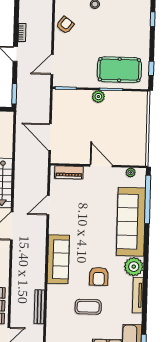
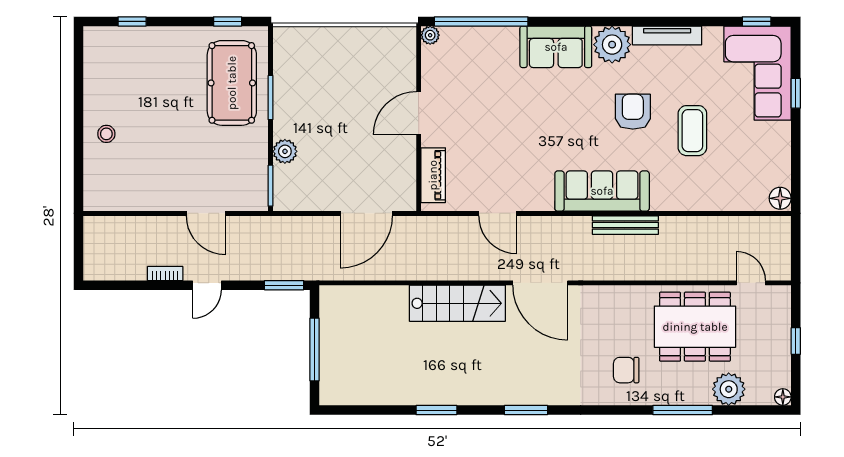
armchair: (65, 25) -> (148, 190), removed
door: (52, 64) -> (206, 213), moved
plant: (98, 97) -> (285, 151), moved
plant: (131, 172) -> (430, 35), moved
sofa: (131, 222) -> (556, 47), width x0.54, depth x0.79
armchair: (99, 276) -> (633, 112), turned -90
bench: (39, 307) -> (625, 225), moved

